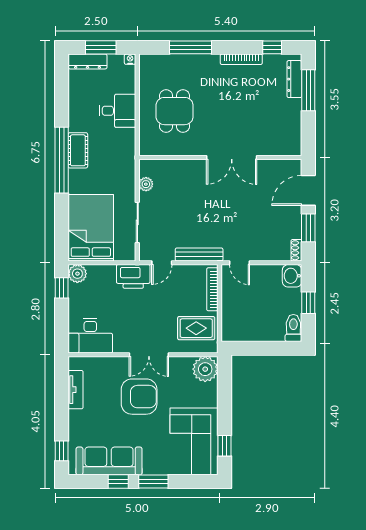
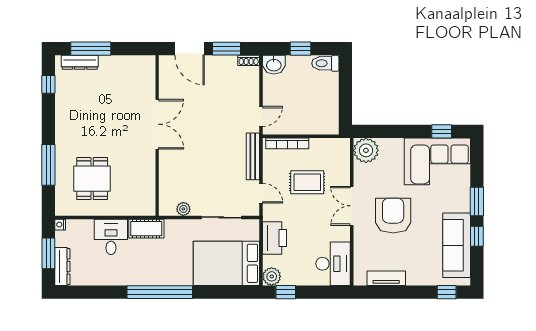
bookcase: (241, 59) -> (60, 115), removed
dining table: (175, 111) -> (92, 179), moved, turned 90
cot: (78, 150) -> (146, 229), moved
printer: (133, 276) -> (274, 238), moved
rug: (196, 328) -> (307, 182), moved, turned 90
double door: (149, 355) -> (352, 206), swing flipped

